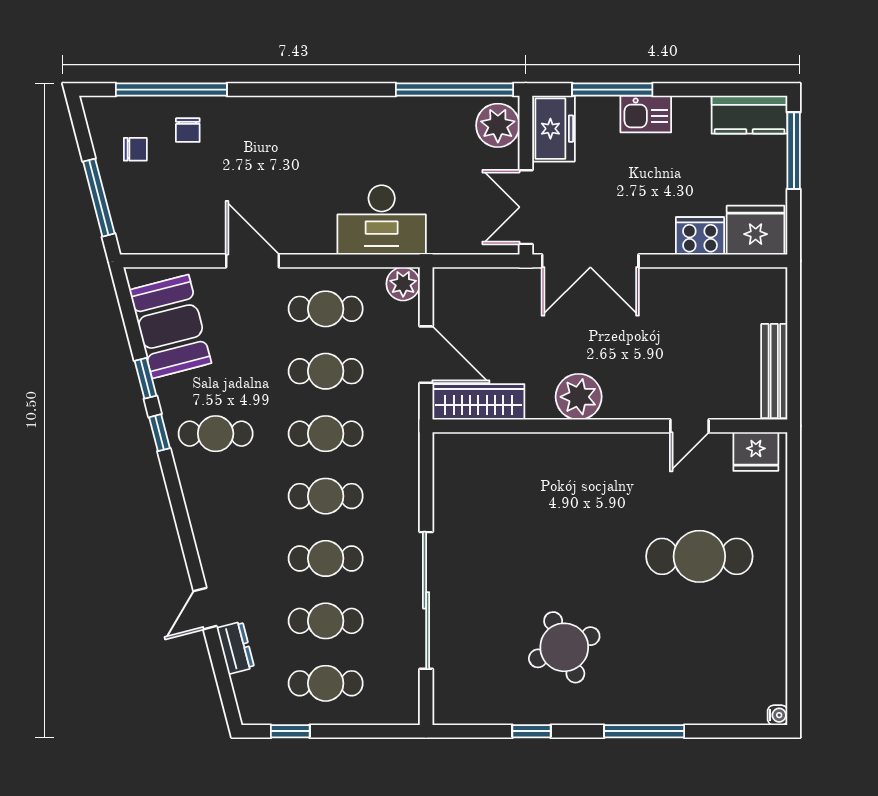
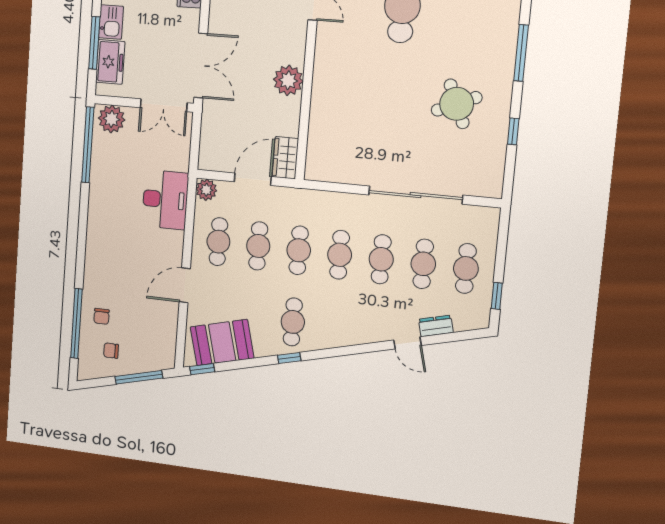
freezer: (553, 129) -> (110, 62), moved, turned 90
chair: (188, 130) -> (102, 316), turned 90
chair: (135, 149) -> (111, 351), turned -90
window: (146, 378) -> (202, 369), moved
wardrobe: (478, 402) -> (285, 158), width x0.67

